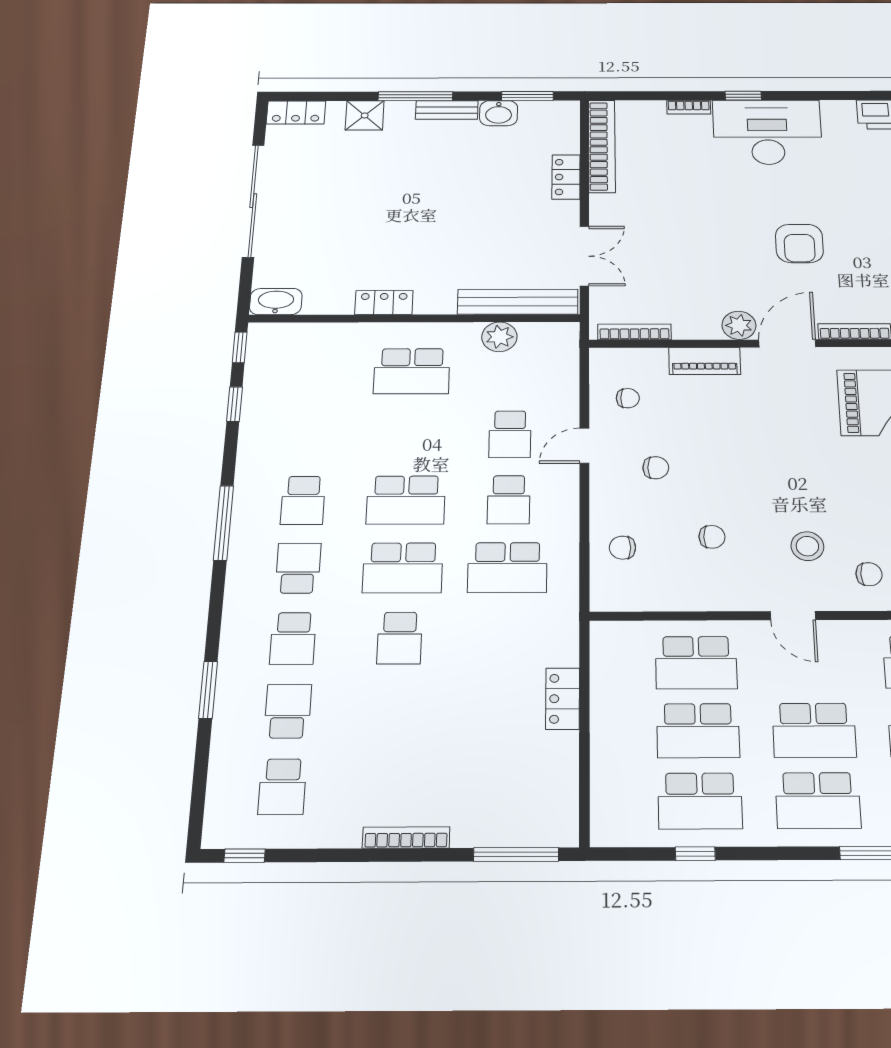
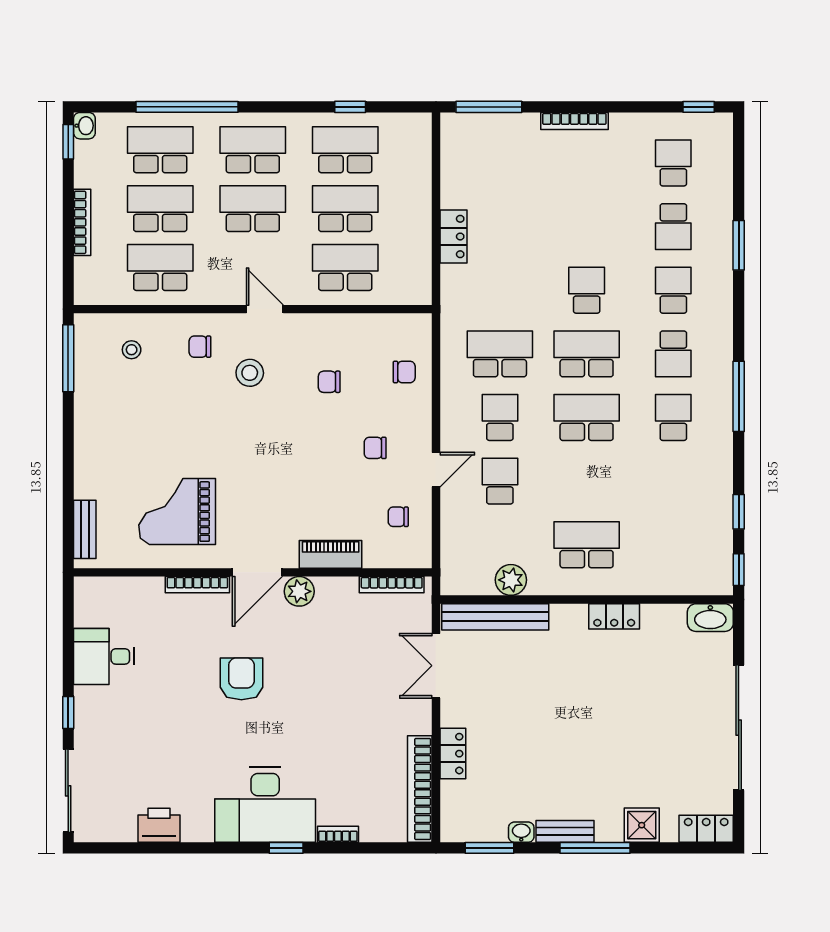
washbasin: (499, 113) -> (521, 832), width x0.72, depth x0.69

